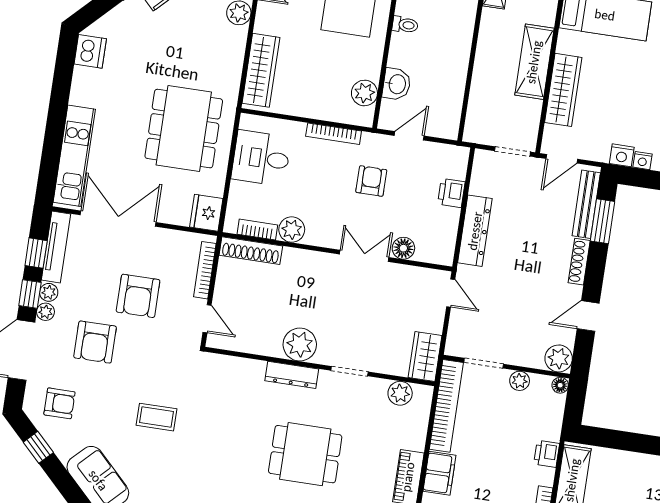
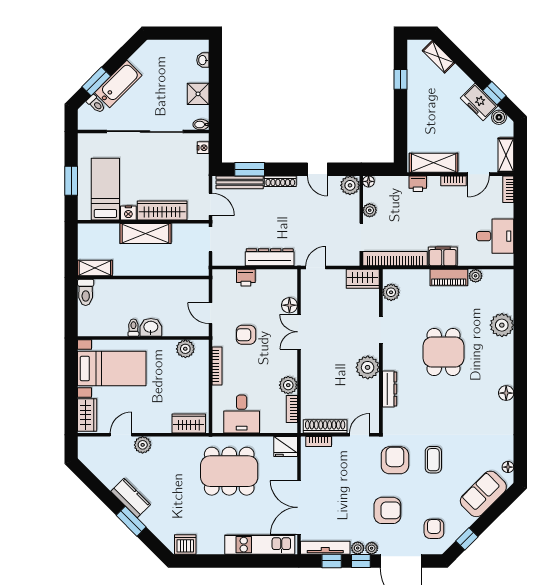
wardrobe: (261, 70) -> (189, 423), width x0.67
washbasin: (397, 84) -> (151, 327), moved
nightstand: (622, 155) -> (128, 213), moved, turned 90
shoe rack: (251, 251) -> (325, 426), moved, turned -90
bookcase: (205, 270) -> (319, 441), width x0.64
armchair: (138, 296) -> (395, 460), moved, turned -90
dresser: (292, 375) -> (390, 389), moved

